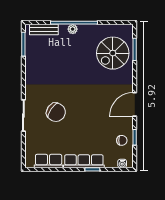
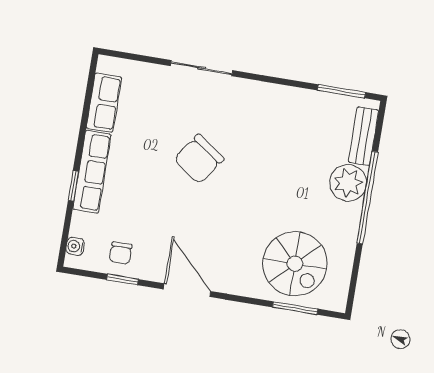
plant: (73, 29) -> (348, 183), width x1.87, depth x1.87
spiral stairs: (113, 53) -> (295, 264), turned 180
chair: (56, 112) -> (199, 159), moved

